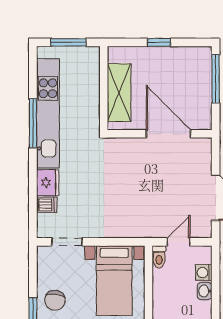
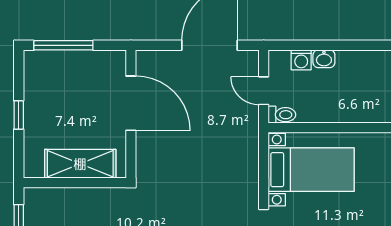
door: (168, 134) -> (131, 103), swing flipped

